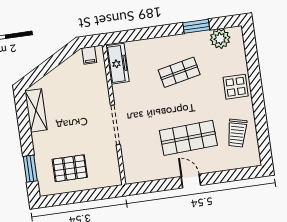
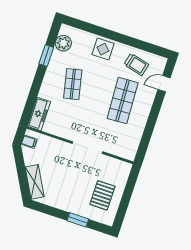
freezer: (118, 64) -> (39, 114), moved, turned 90
shelving: (36, 110) -> (35, 182), moved, turned 61
window: (30, 169) -> (78, 220), moved
door: (191, 181) -> (164, 84), moved

